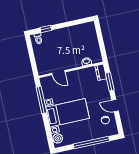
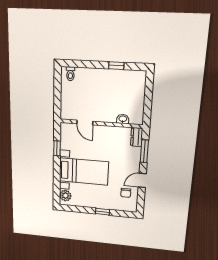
window: (46, 29) -> (116, 66), moved
window: (41, 100) -> (57, 148), width x0.46
door: (115, 106) -> (142, 180), hinge flipped
window: (91, 143) -> (102, 212), width x0.32

